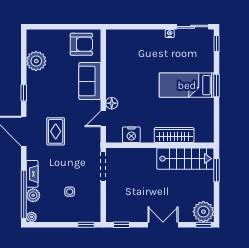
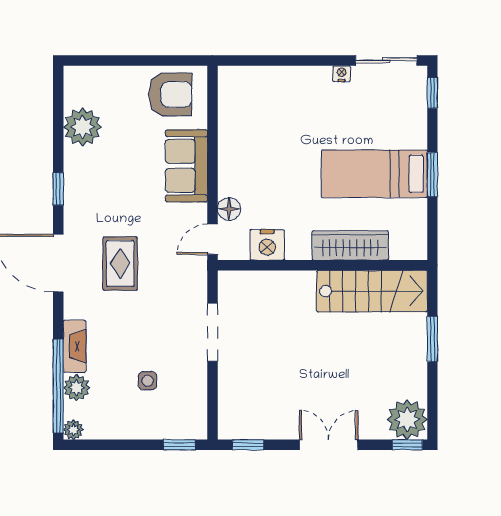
nightstand: (131, 135) -> (267, 245), moved
wardrobe: (174, 135) -> (350, 245), moved
wall: (160, 145) -> (322, 265), moved
stairs: (185, 159) -> (372, 291), moved

